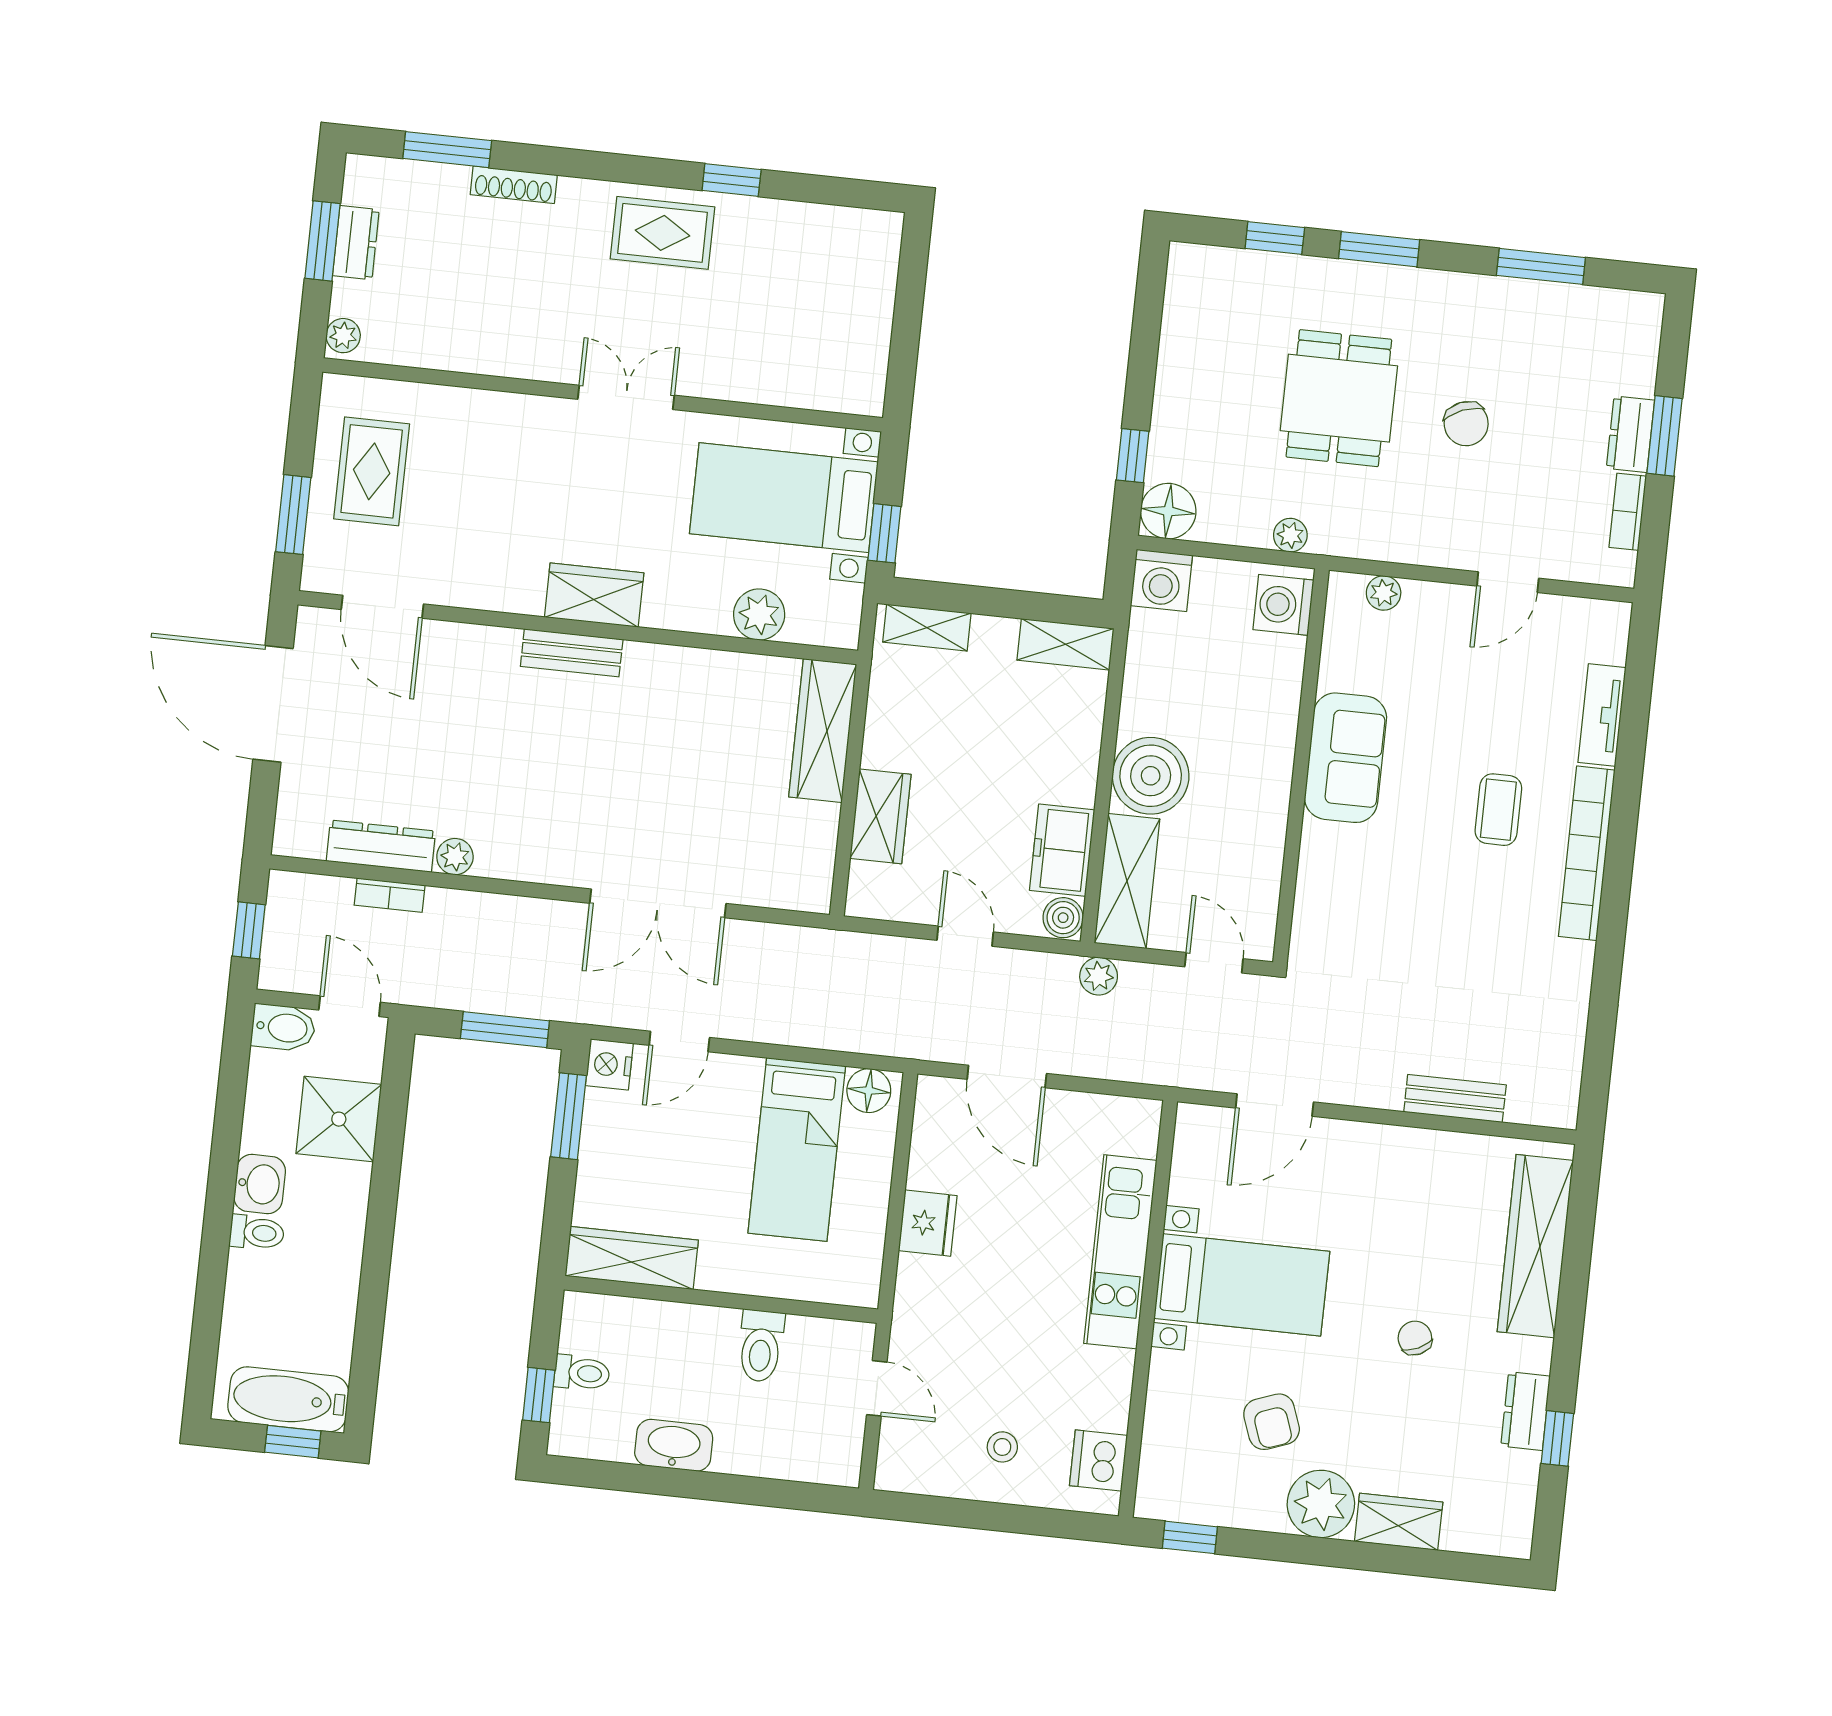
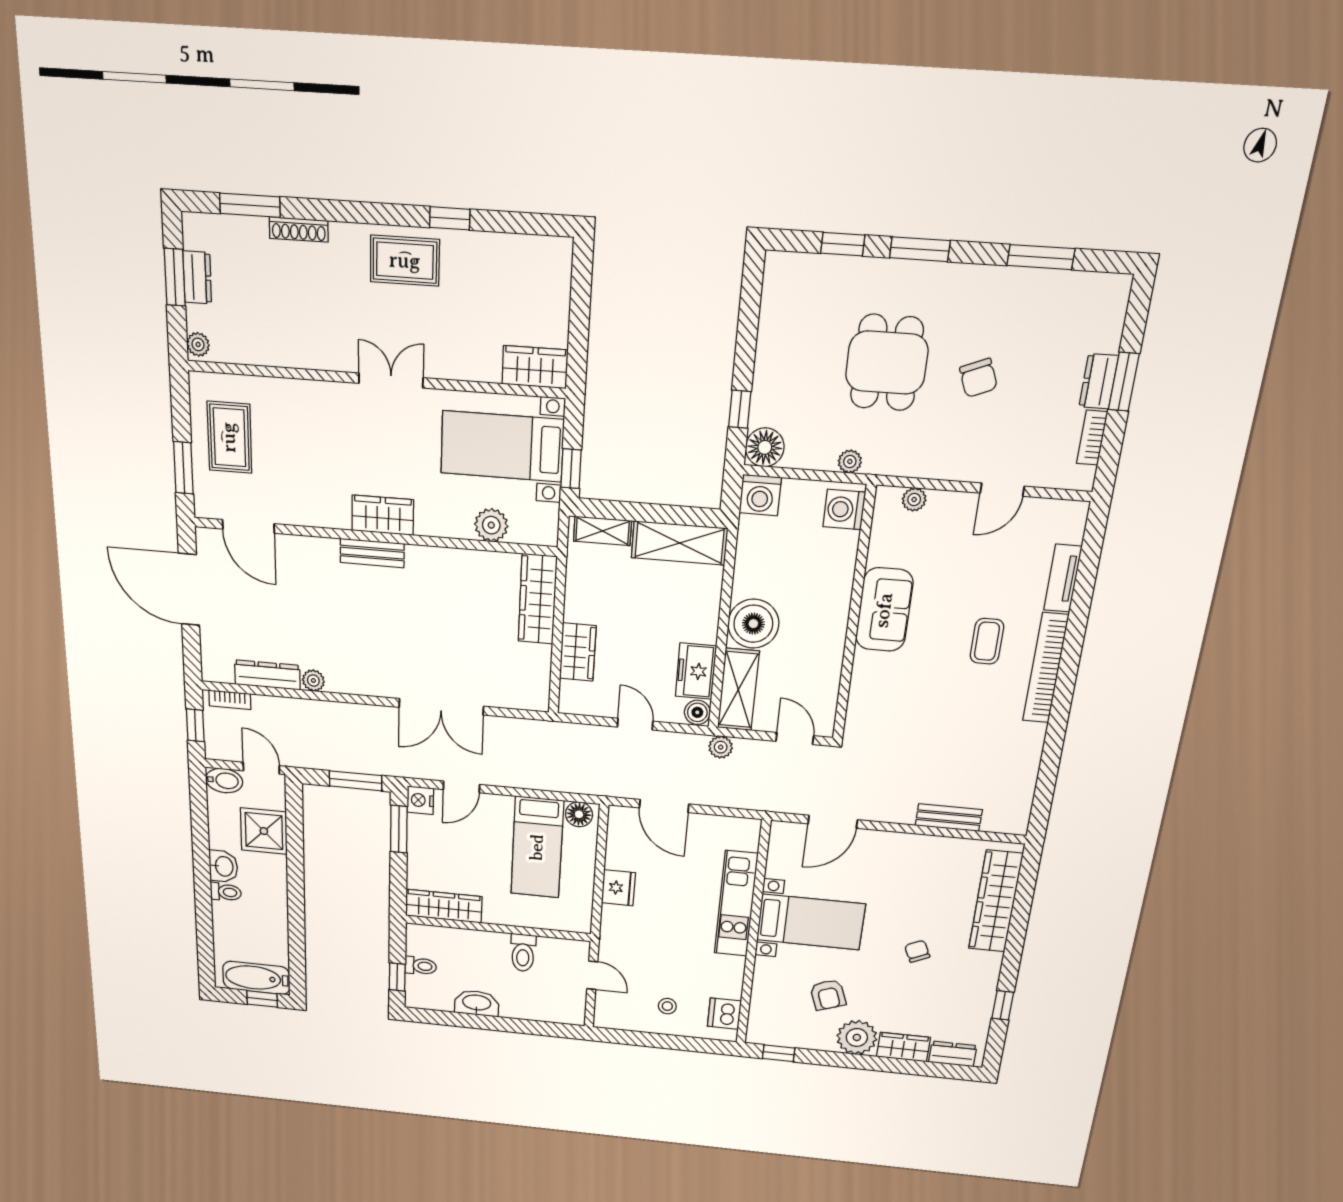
wardrobe: (839, 386) -> (535, 367), added
shelving: (1065, 644) -> (679, 543), width x1.50, depth x1.33
bookcase: (390, 895) -> (230, 700), moved
dresser: (1526, 1411) -> (953, 1054), moved, turned 90

